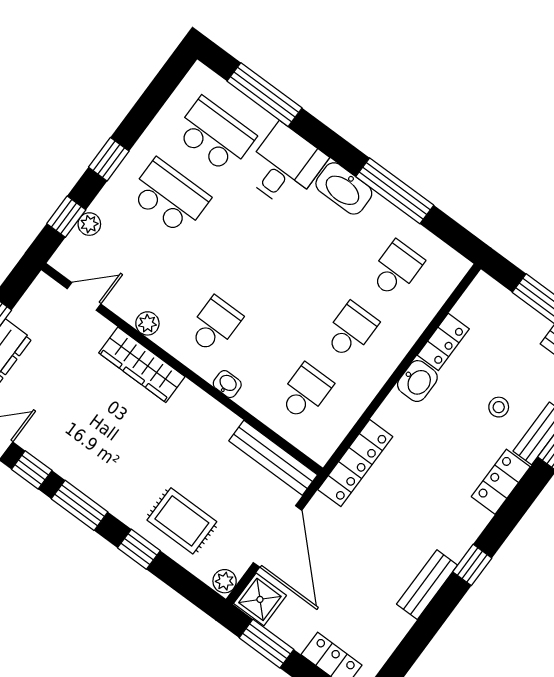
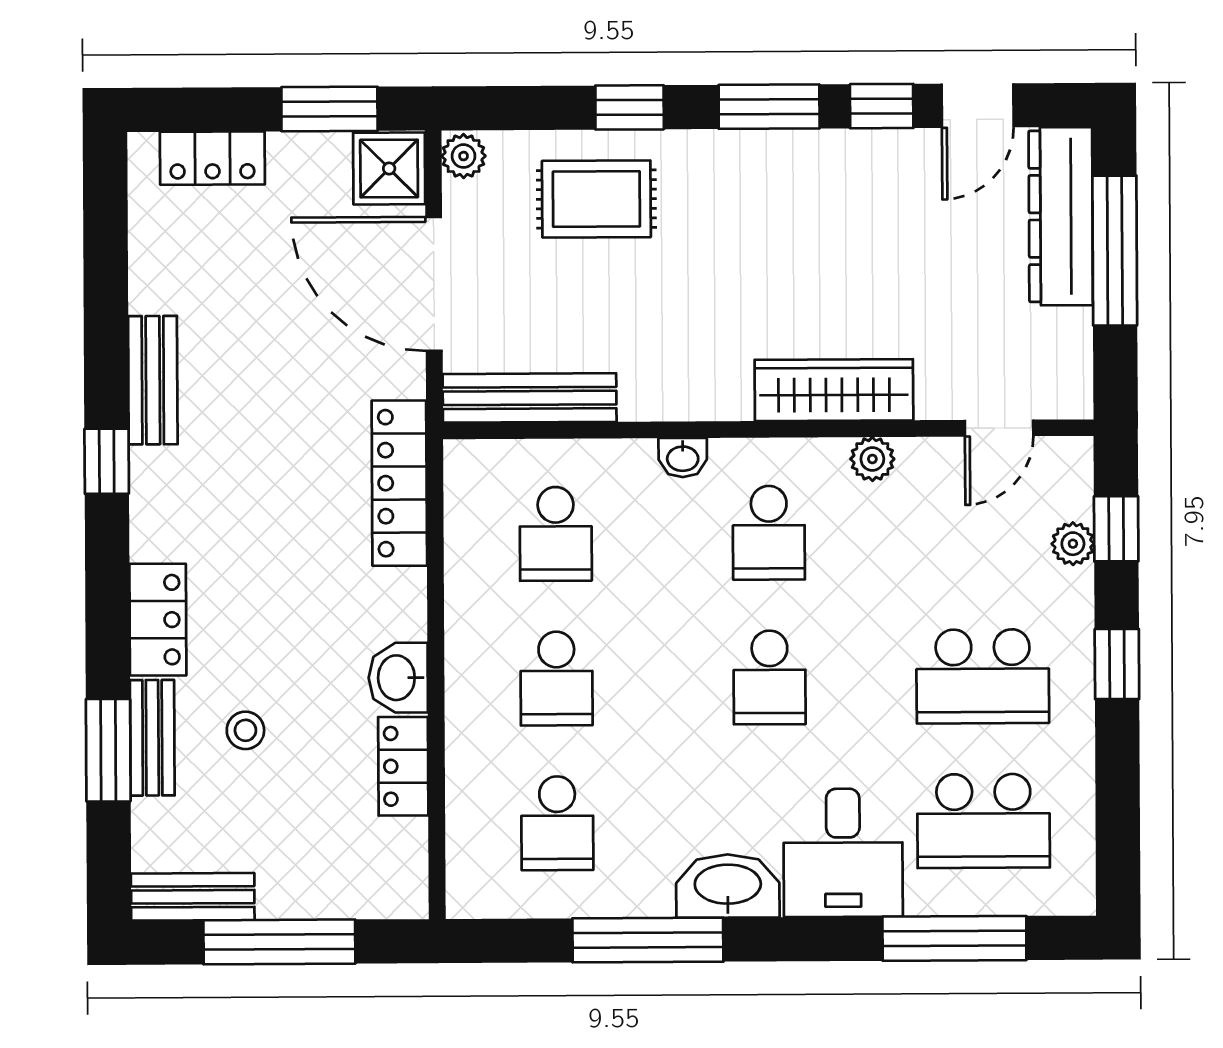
school desk: (260, 264) -> (770, 677), added

